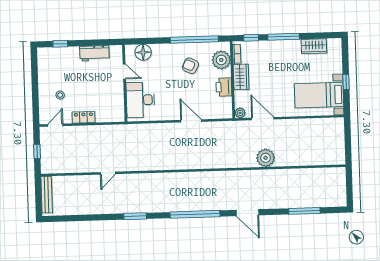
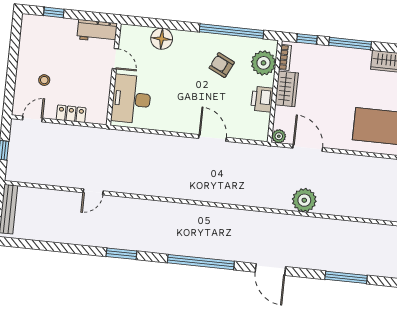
door: (124, 71) -> (115, 59), moved
wall: (125, 83) -> (114, 74), moved
desk: (140, 100) -> (131, 99), moved

